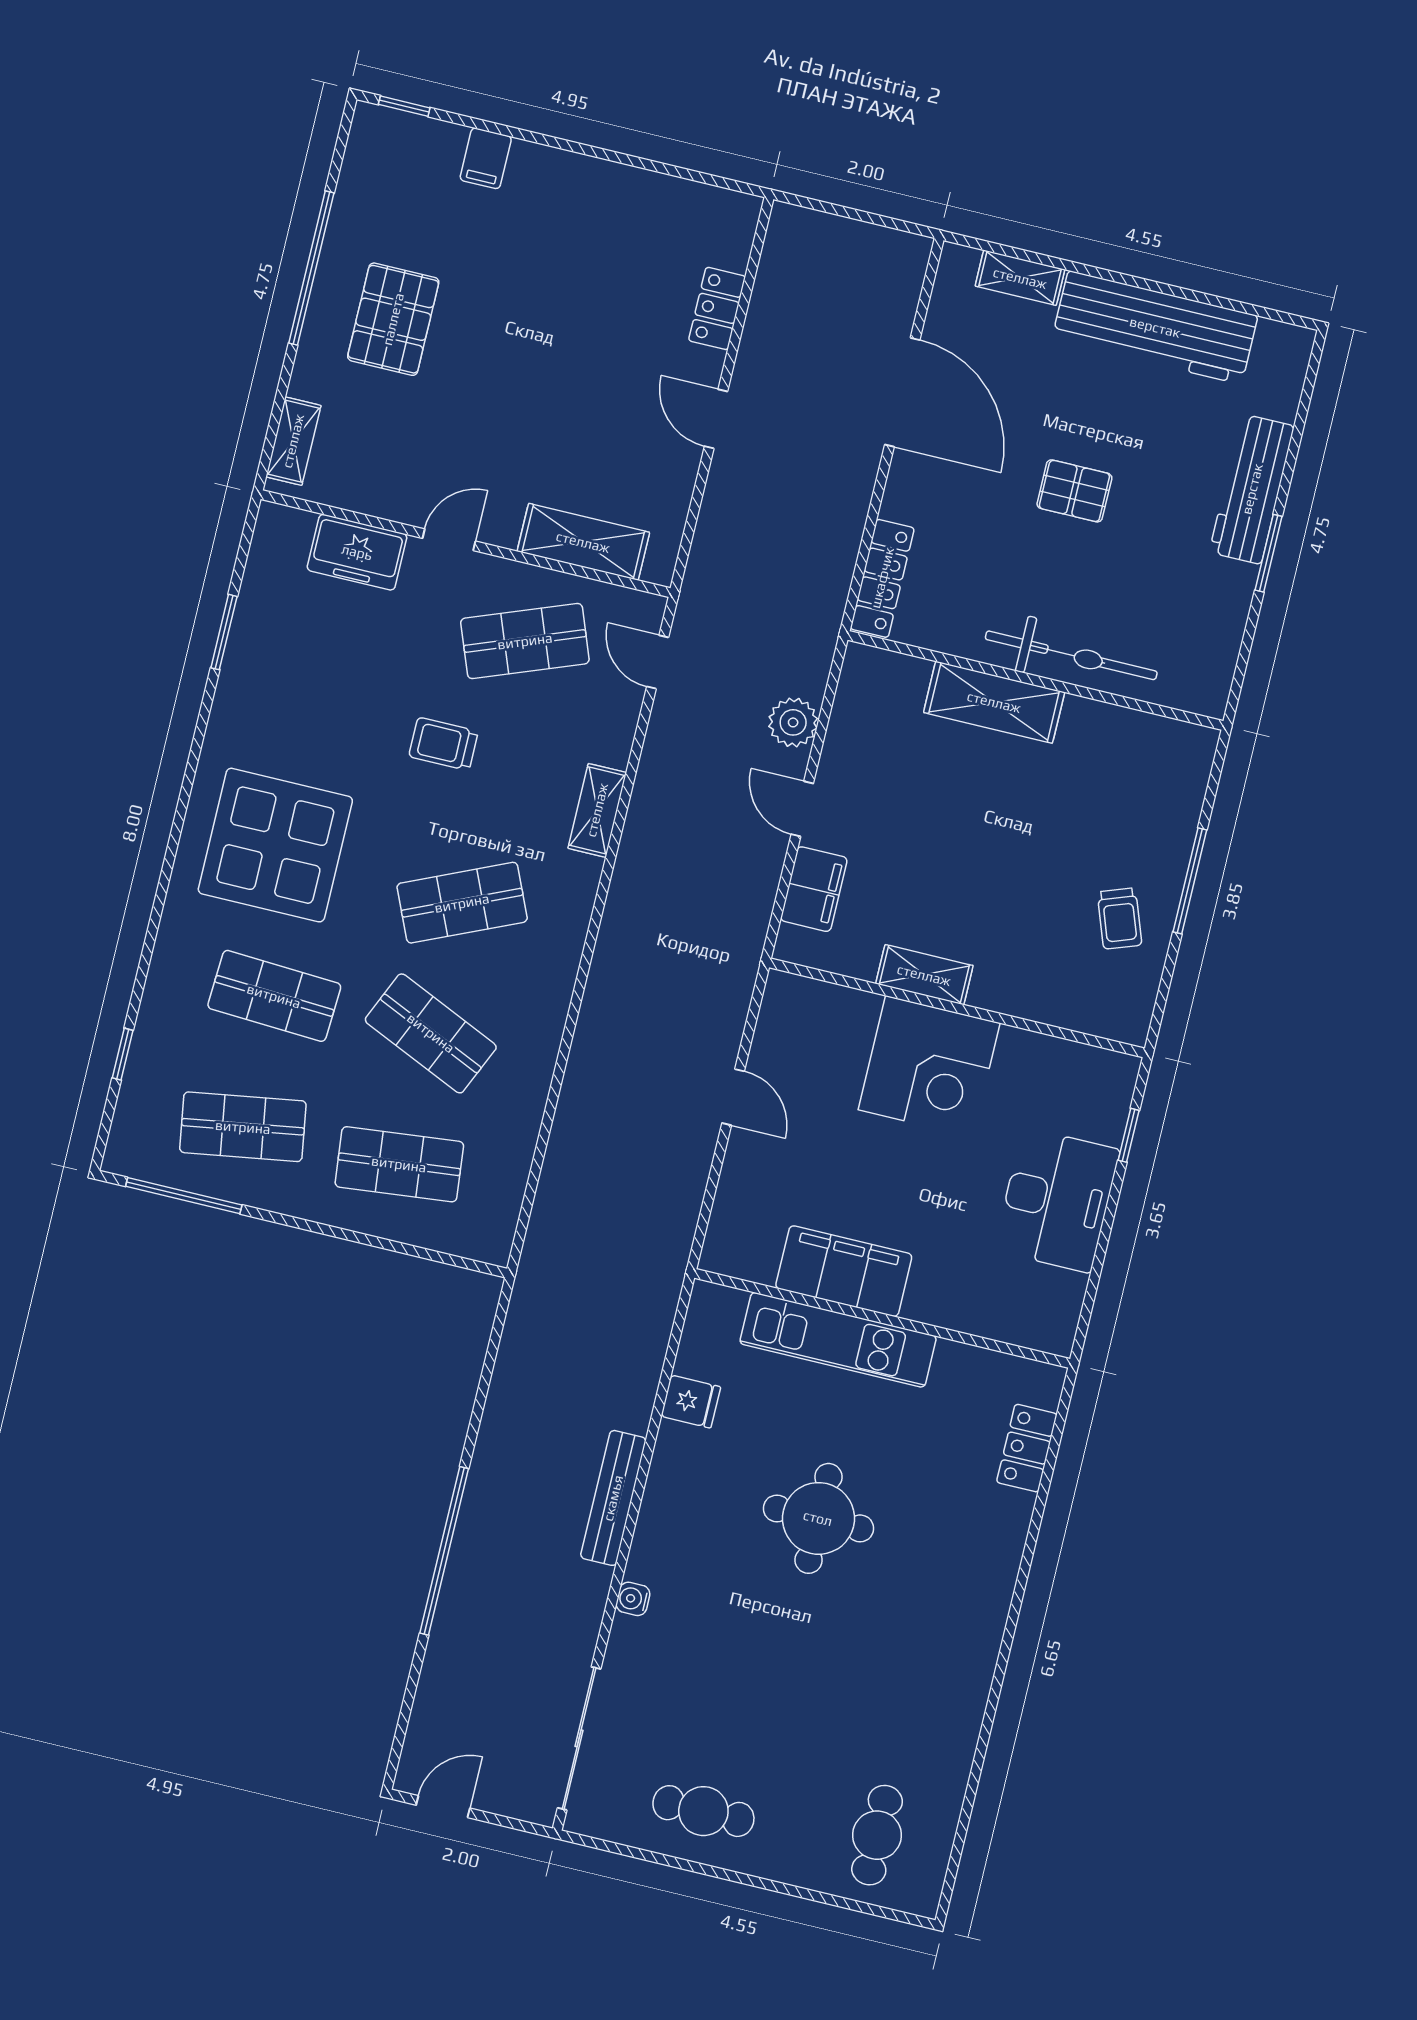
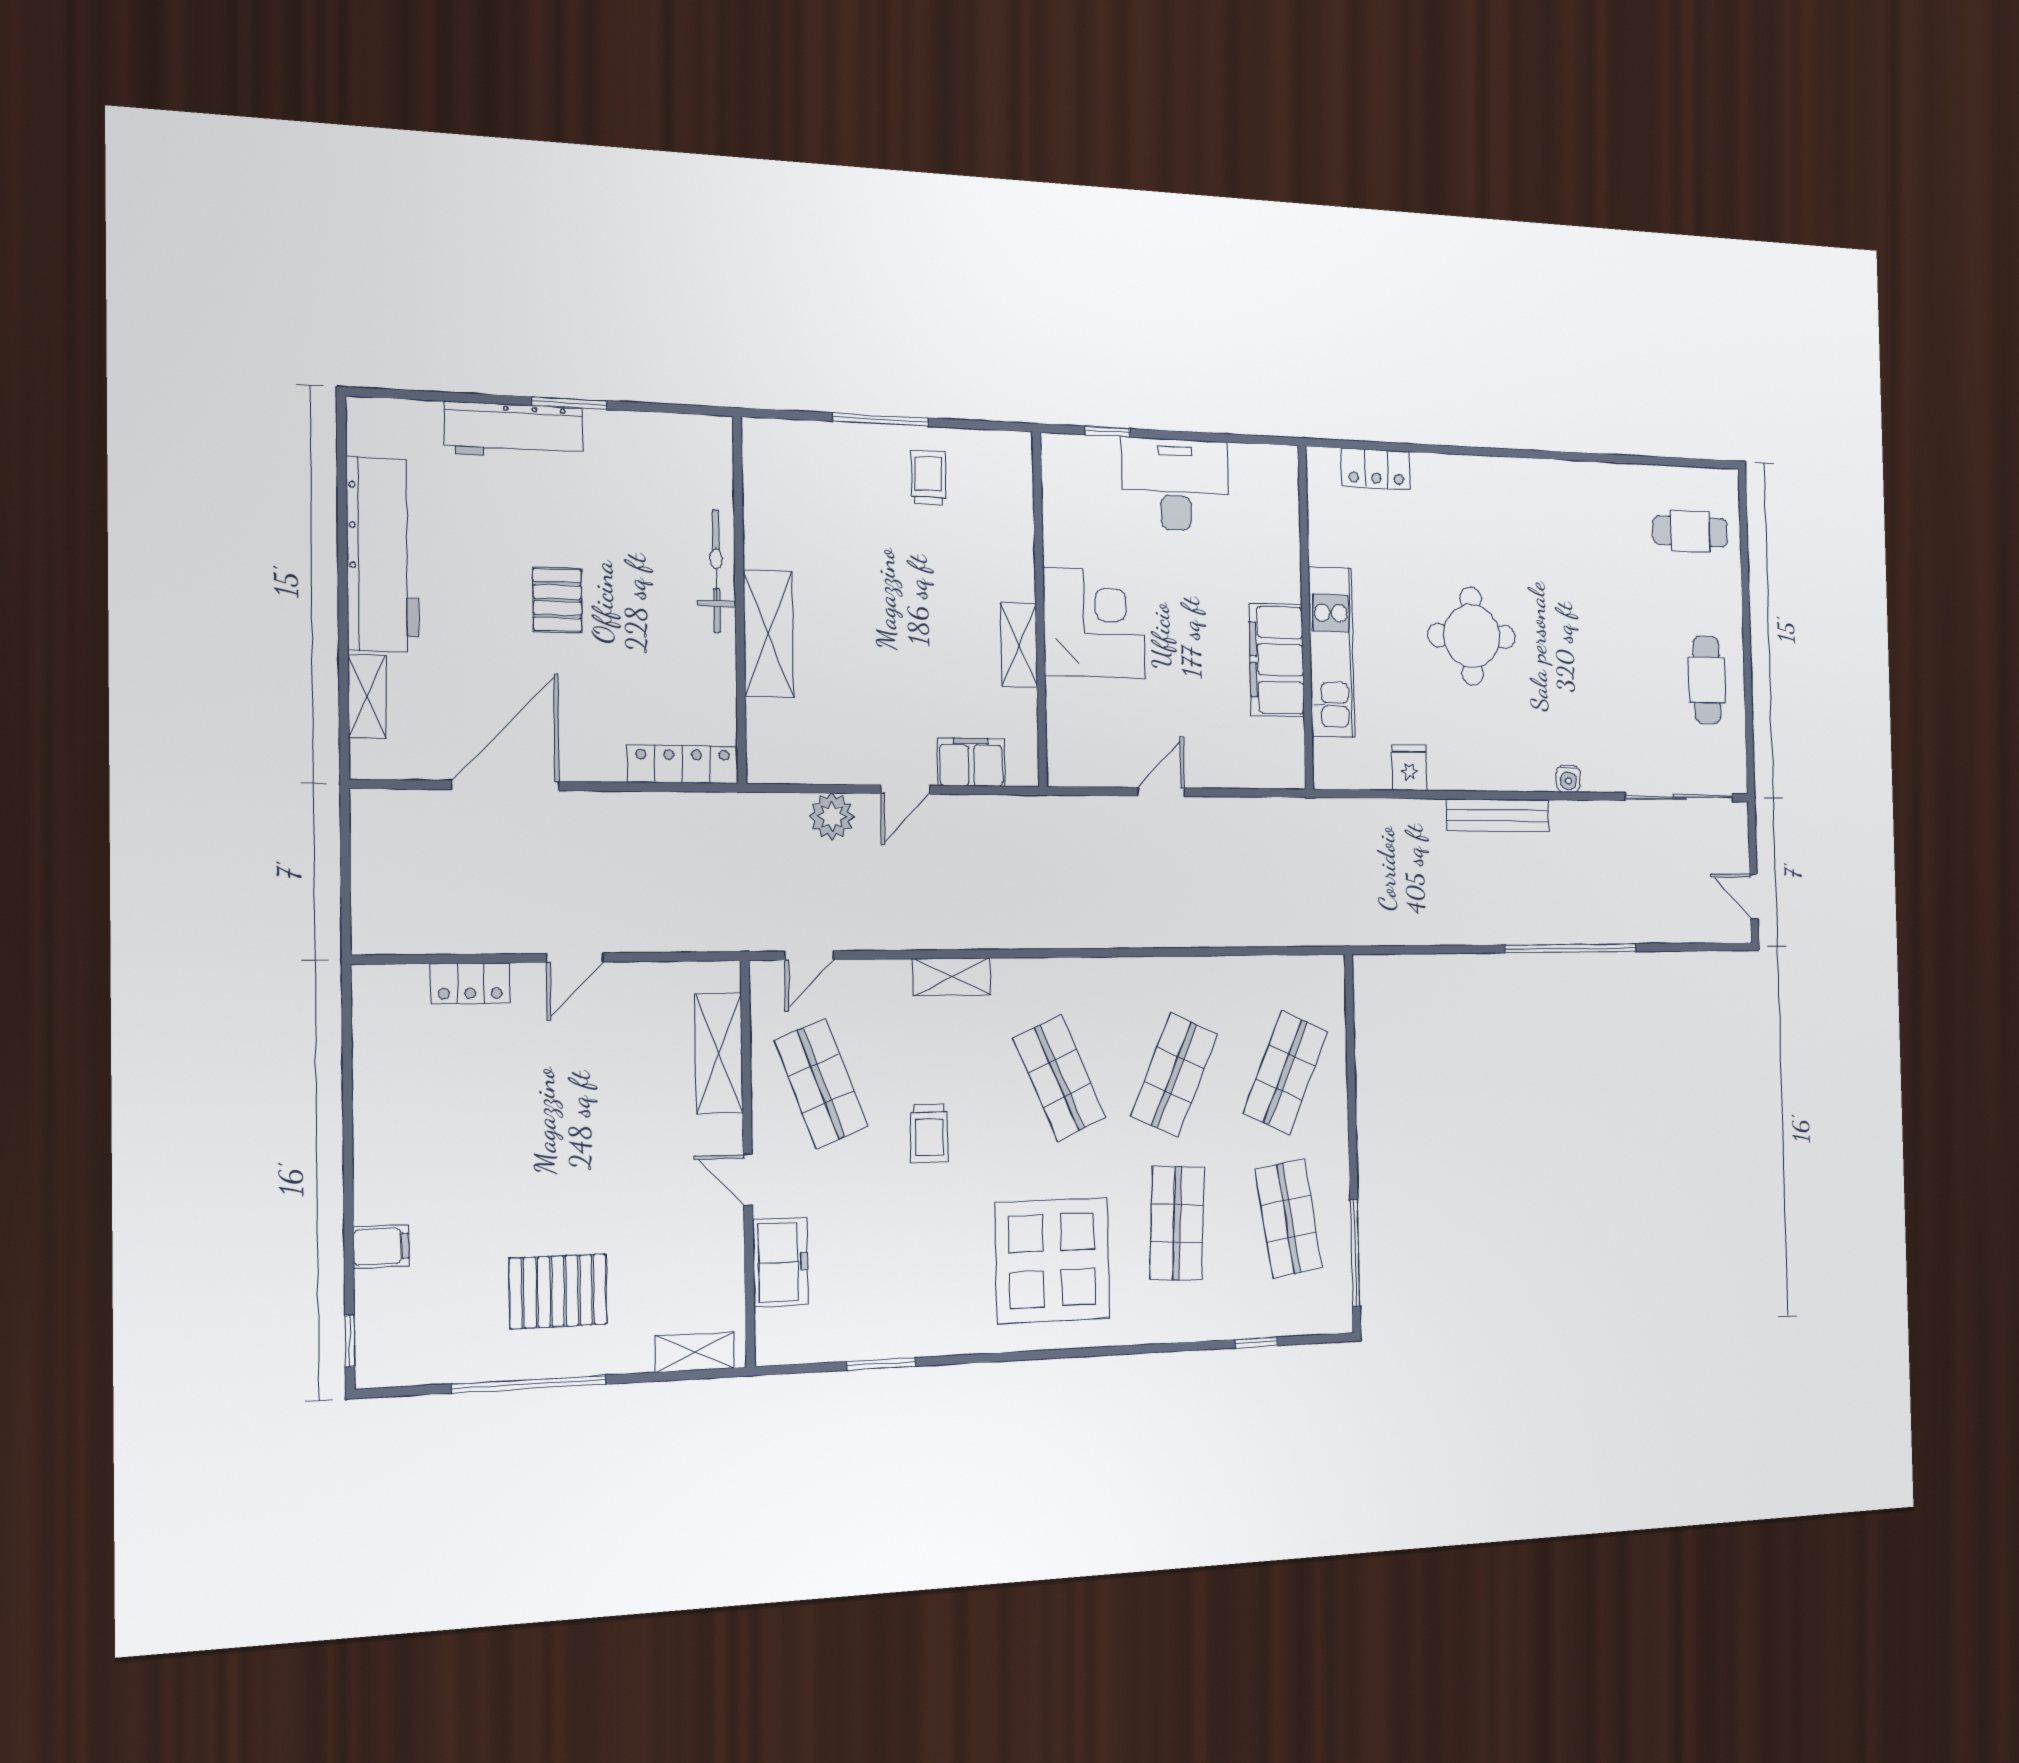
bicycle: (1071, 655) -> (716, 571), width x0.73, depth x0.71
trolley: (1120, 918) -> (929, 477), turned -70
shop shelf: (399, 1164) -> (1286, 1072), turned 30

